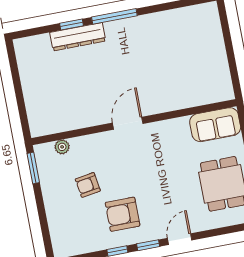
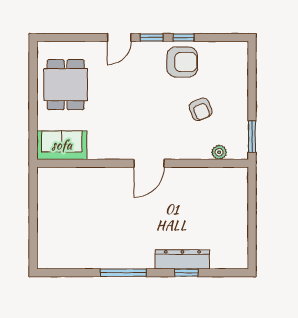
window: (114, 16) -> (123, 273), moved
armchair: (88, 185) -> (201, 109), turned 77
armchair: (123, 214) -> (182, 62), moved

